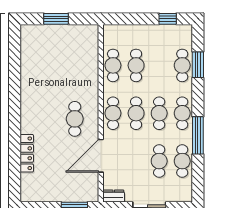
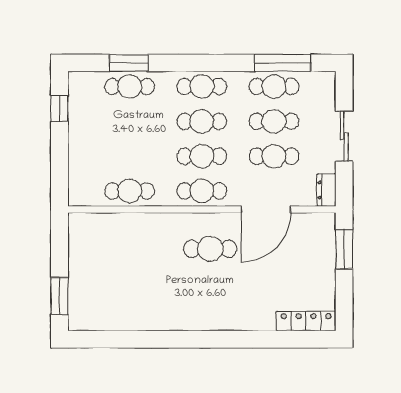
window: (56, 19) -> (59, 296), moved
cafe table: (136, 65) -> (274, 156), moved
window: (198, 135) -> (283, 63), moved
locker: (27, 153) -> (306, 321), moved
door: (101, 156) -> (266, 209), hinge flipped

